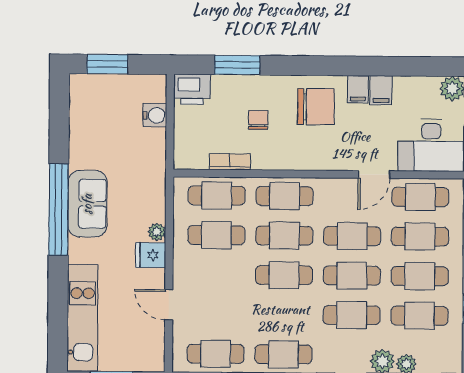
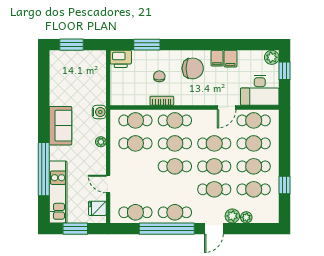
water cooler: (155, 115) -> (99, 112), moved
bookcase: (230, 162) -> (162, 101), moved
window: (59, 210) -> (44, 169), moved
fridge: (151, 255) -> (97, 208), moved

